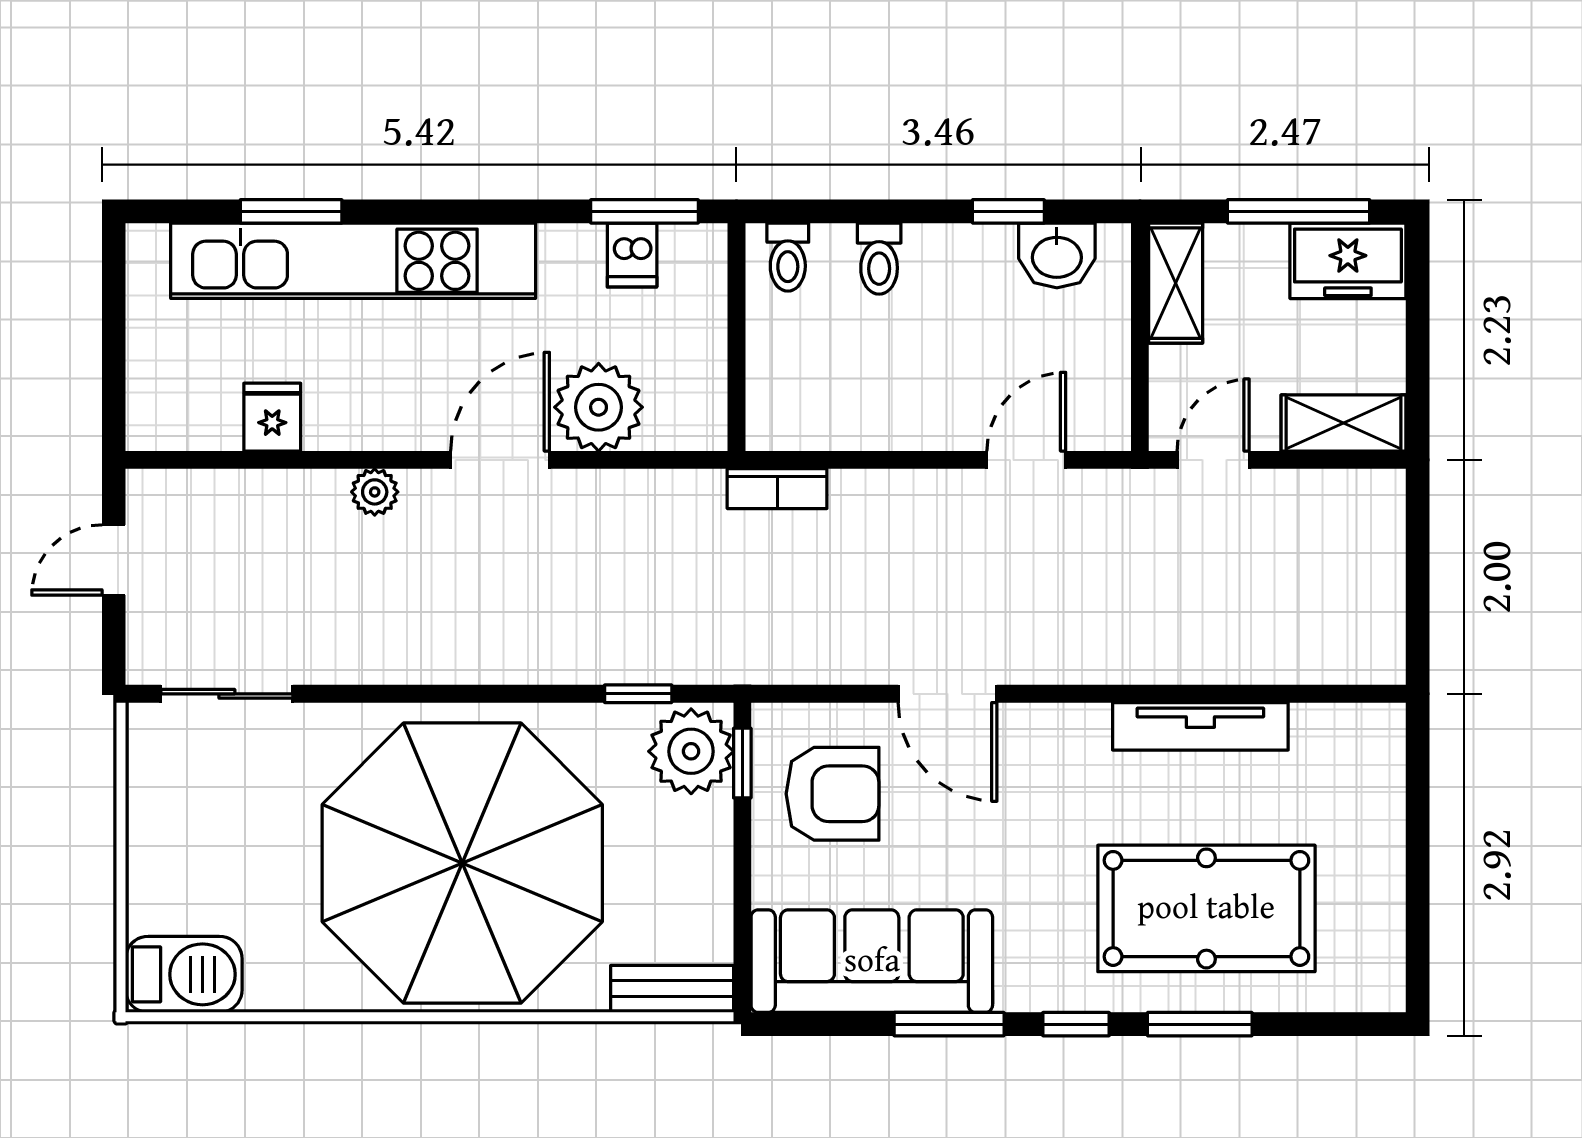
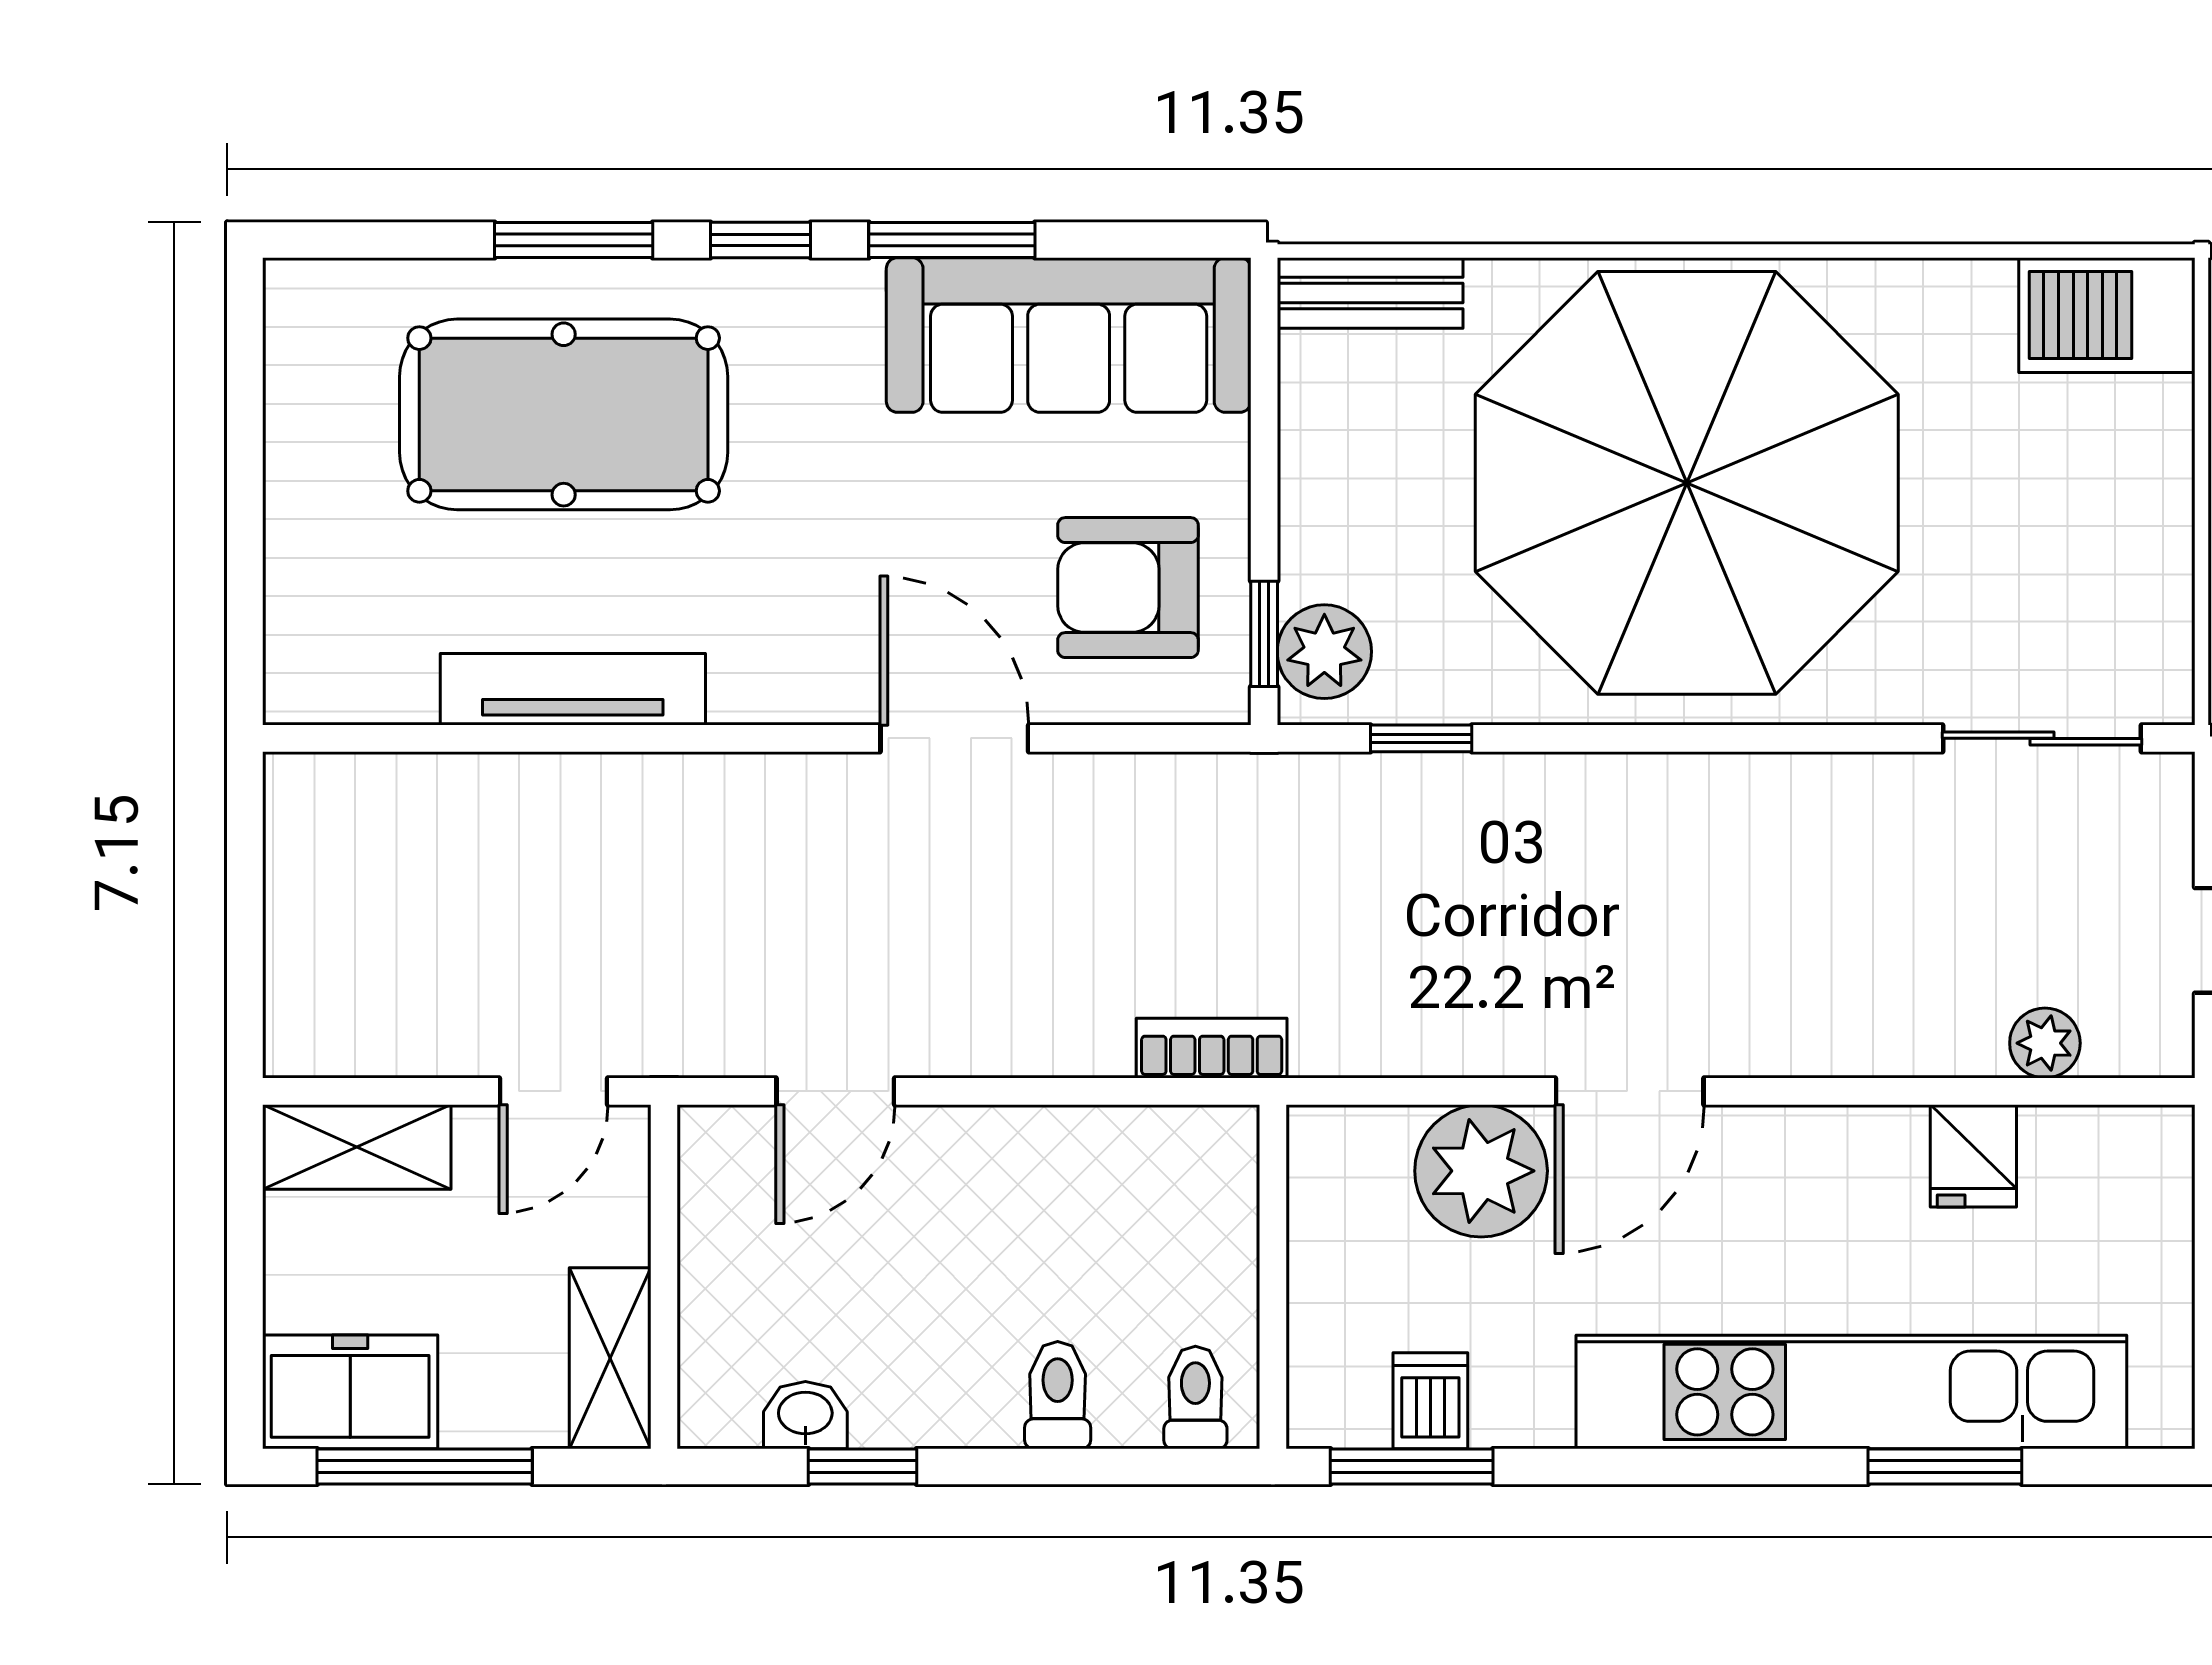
washbasin: (1057, 255) -> (805, 1415), width x0.72, depth x0.69
plant: (375, 492) -> (2045, 1043), moved
plant: (691, 751) -> (1324, 652), width x0.73, depth x0.73

